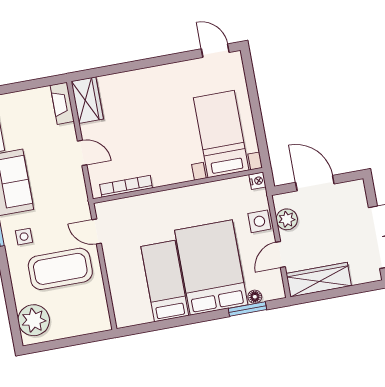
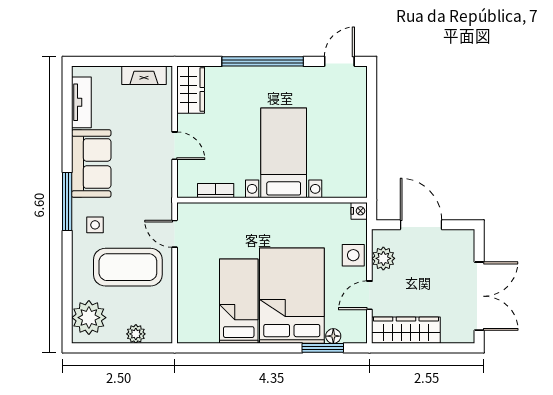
door: (215, 51) -> (339, 61), hinge flipped
window: (147, 63) -> (263, 61), added
fireplace: (62, 103) -> (144, 75), moved, turned -90
bed with nightstands: (221, 134) -> (284, 153), moved
bookcase: (126, 186) -> (216, 191), width x0.64
plant: (78, 327) -> (136, 334), added

